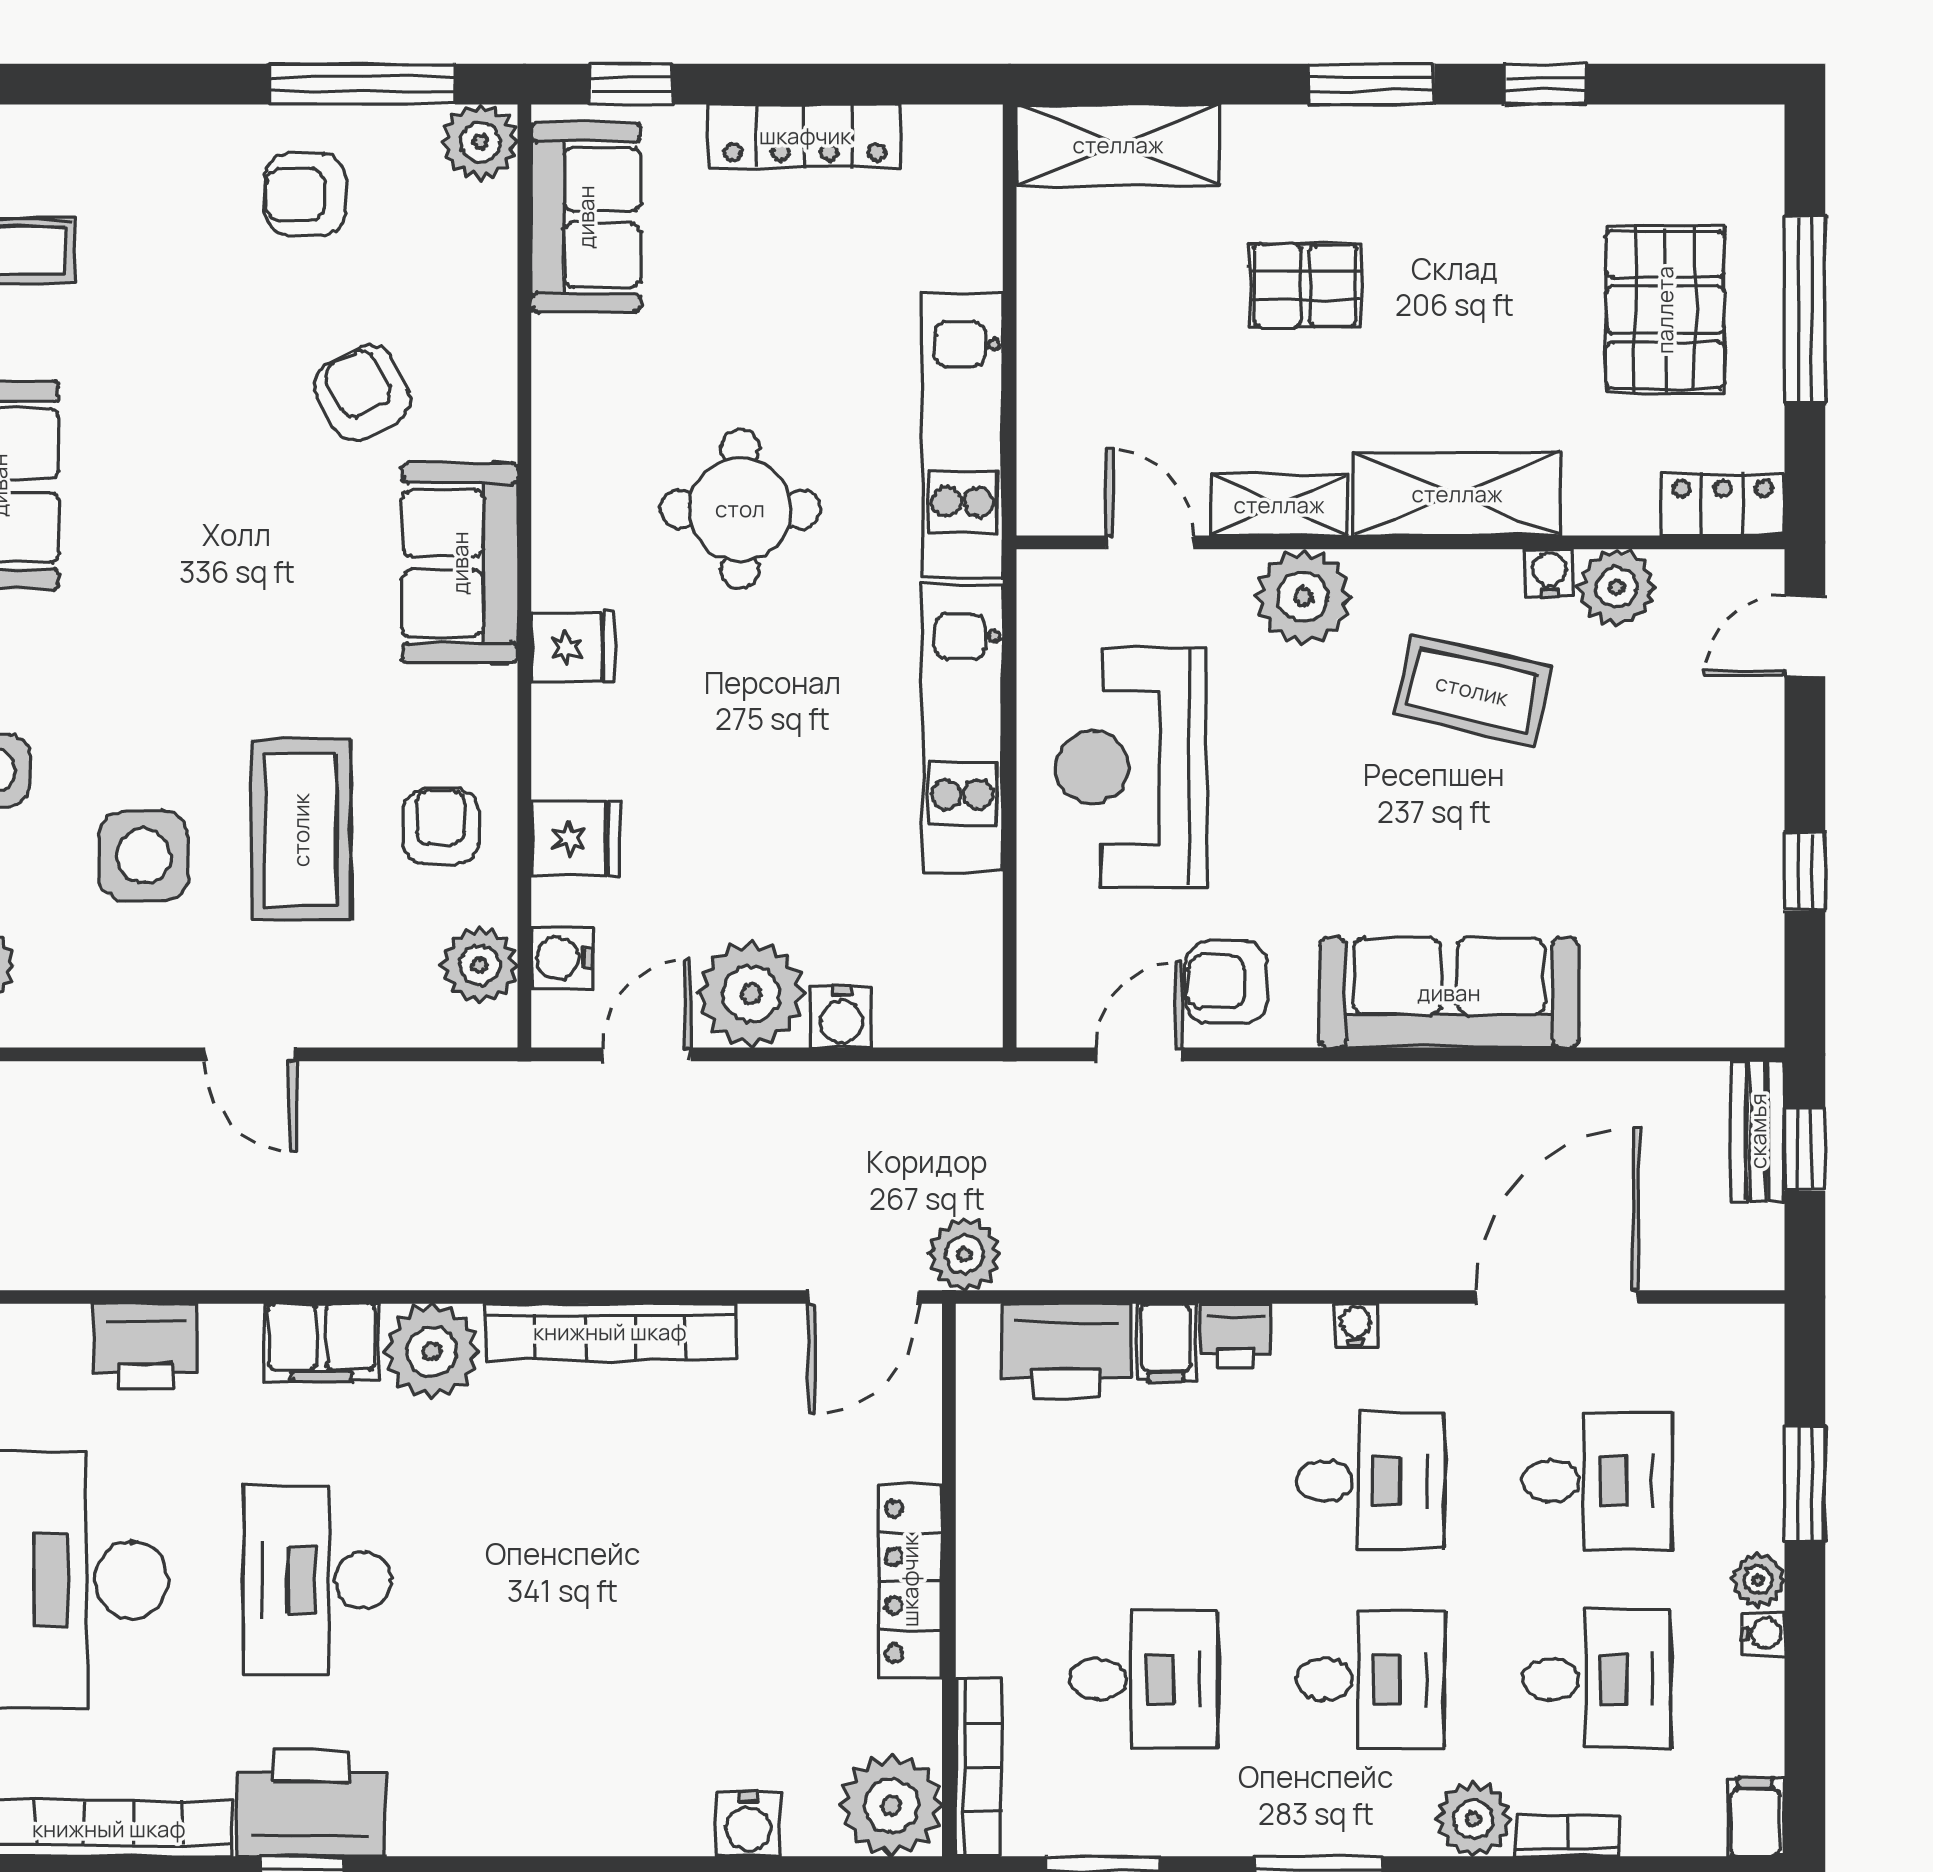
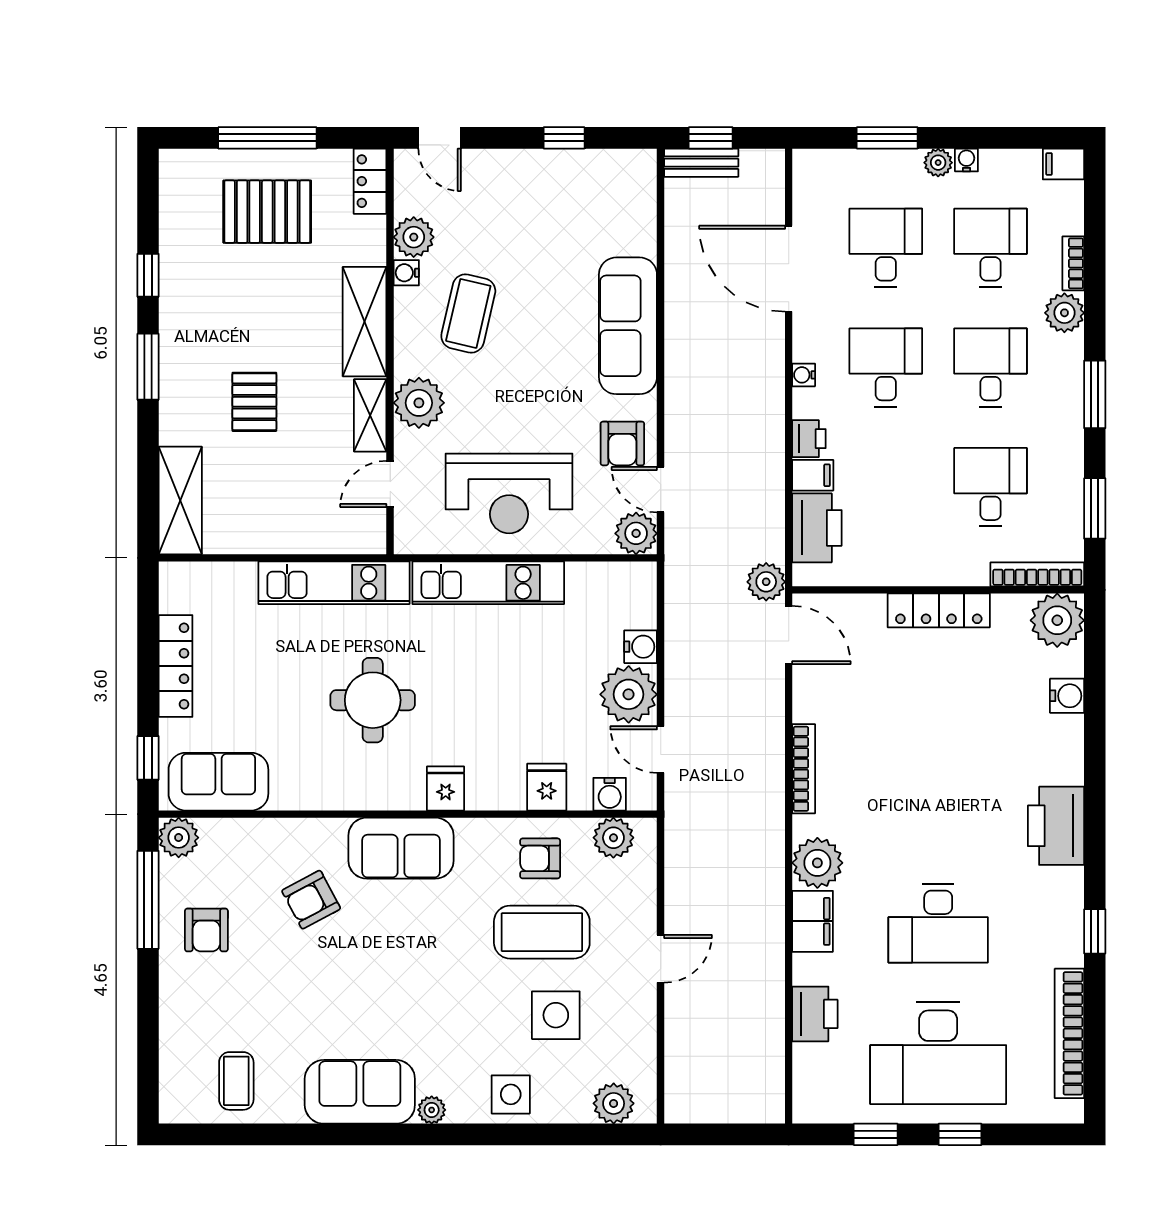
plant: (1056, 1008) -> (636, 533), added
bookcase: (610, 1332) -> (804, 769), width x0.68, depth x0.76
printer: (311, 1803) -> (1056, 826), moved

